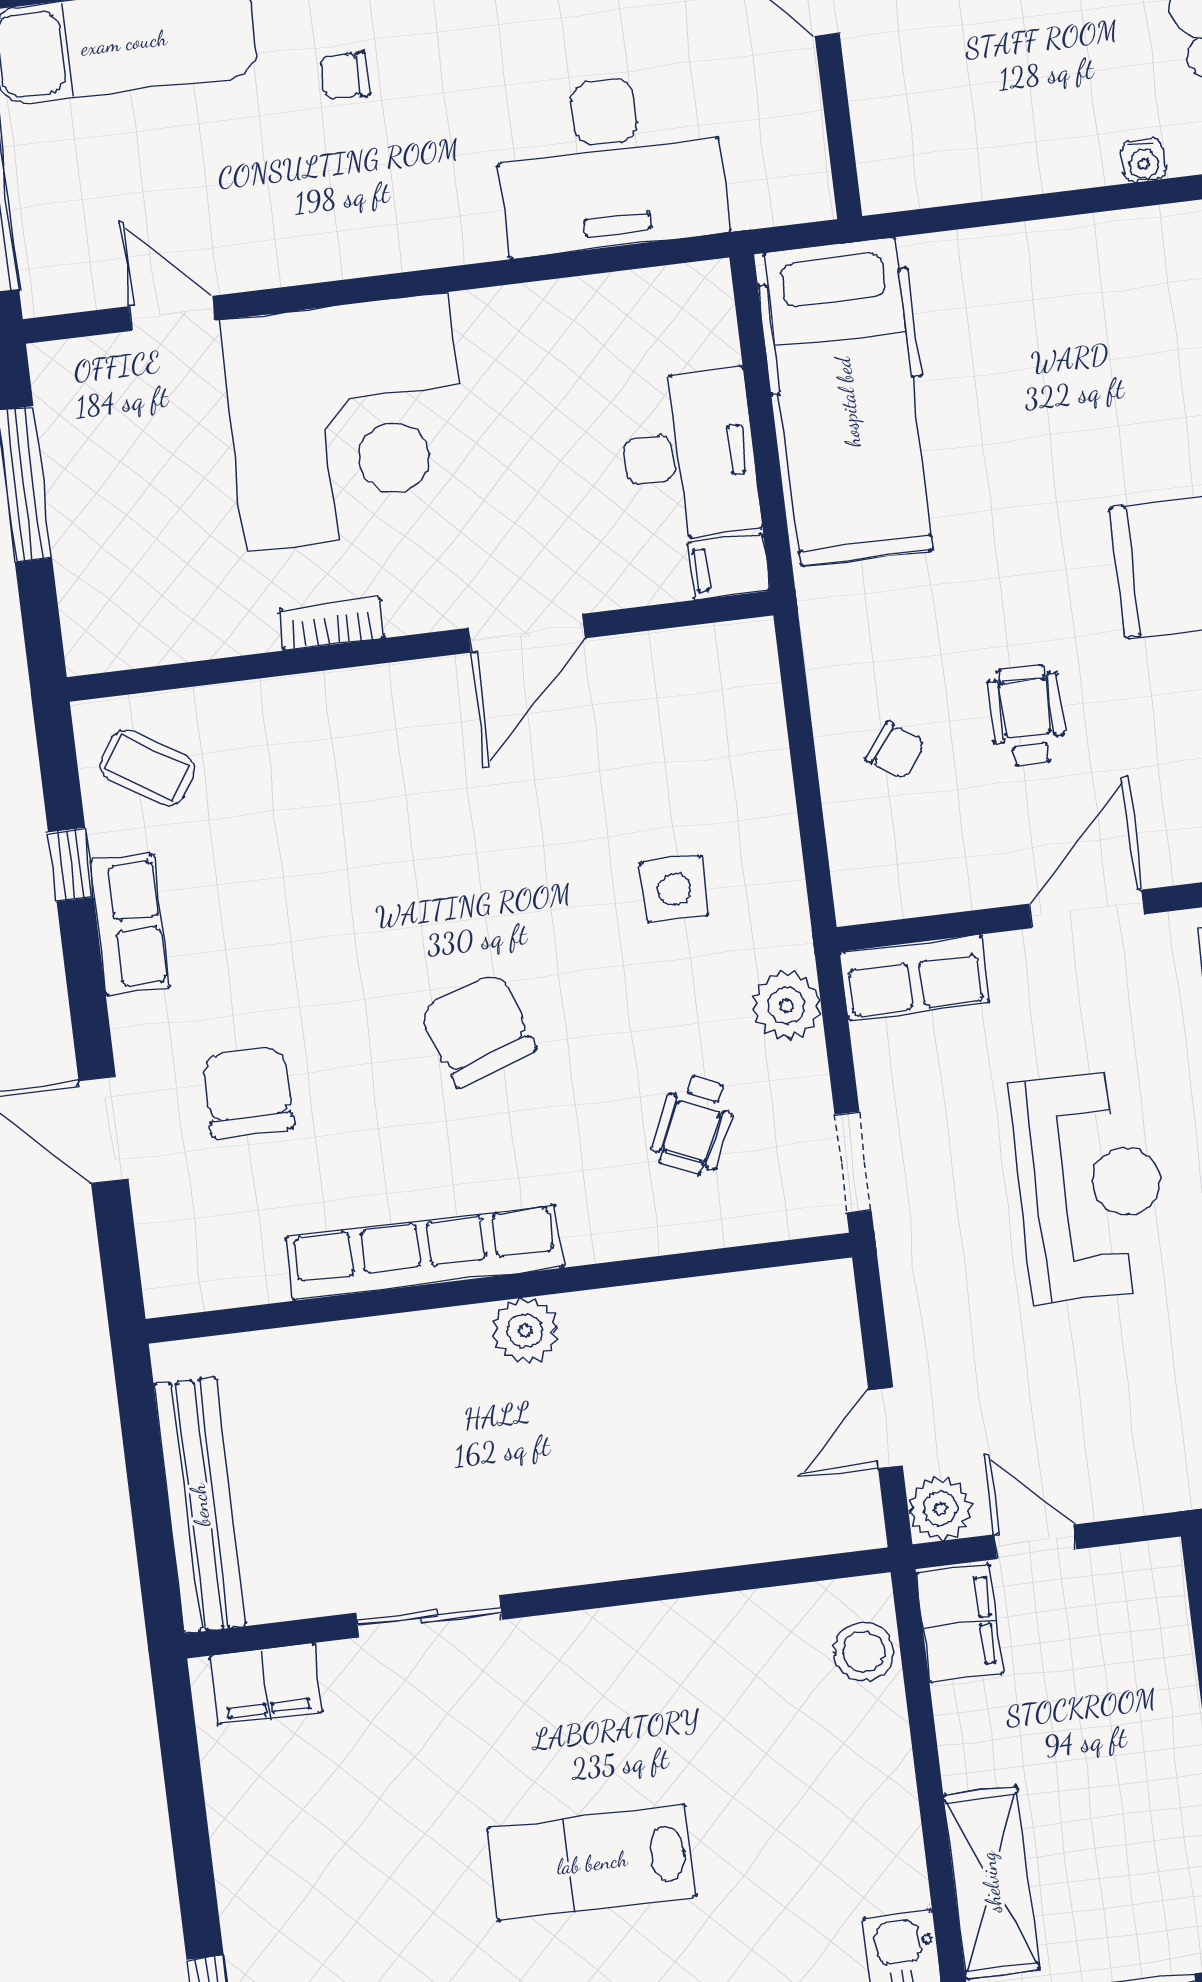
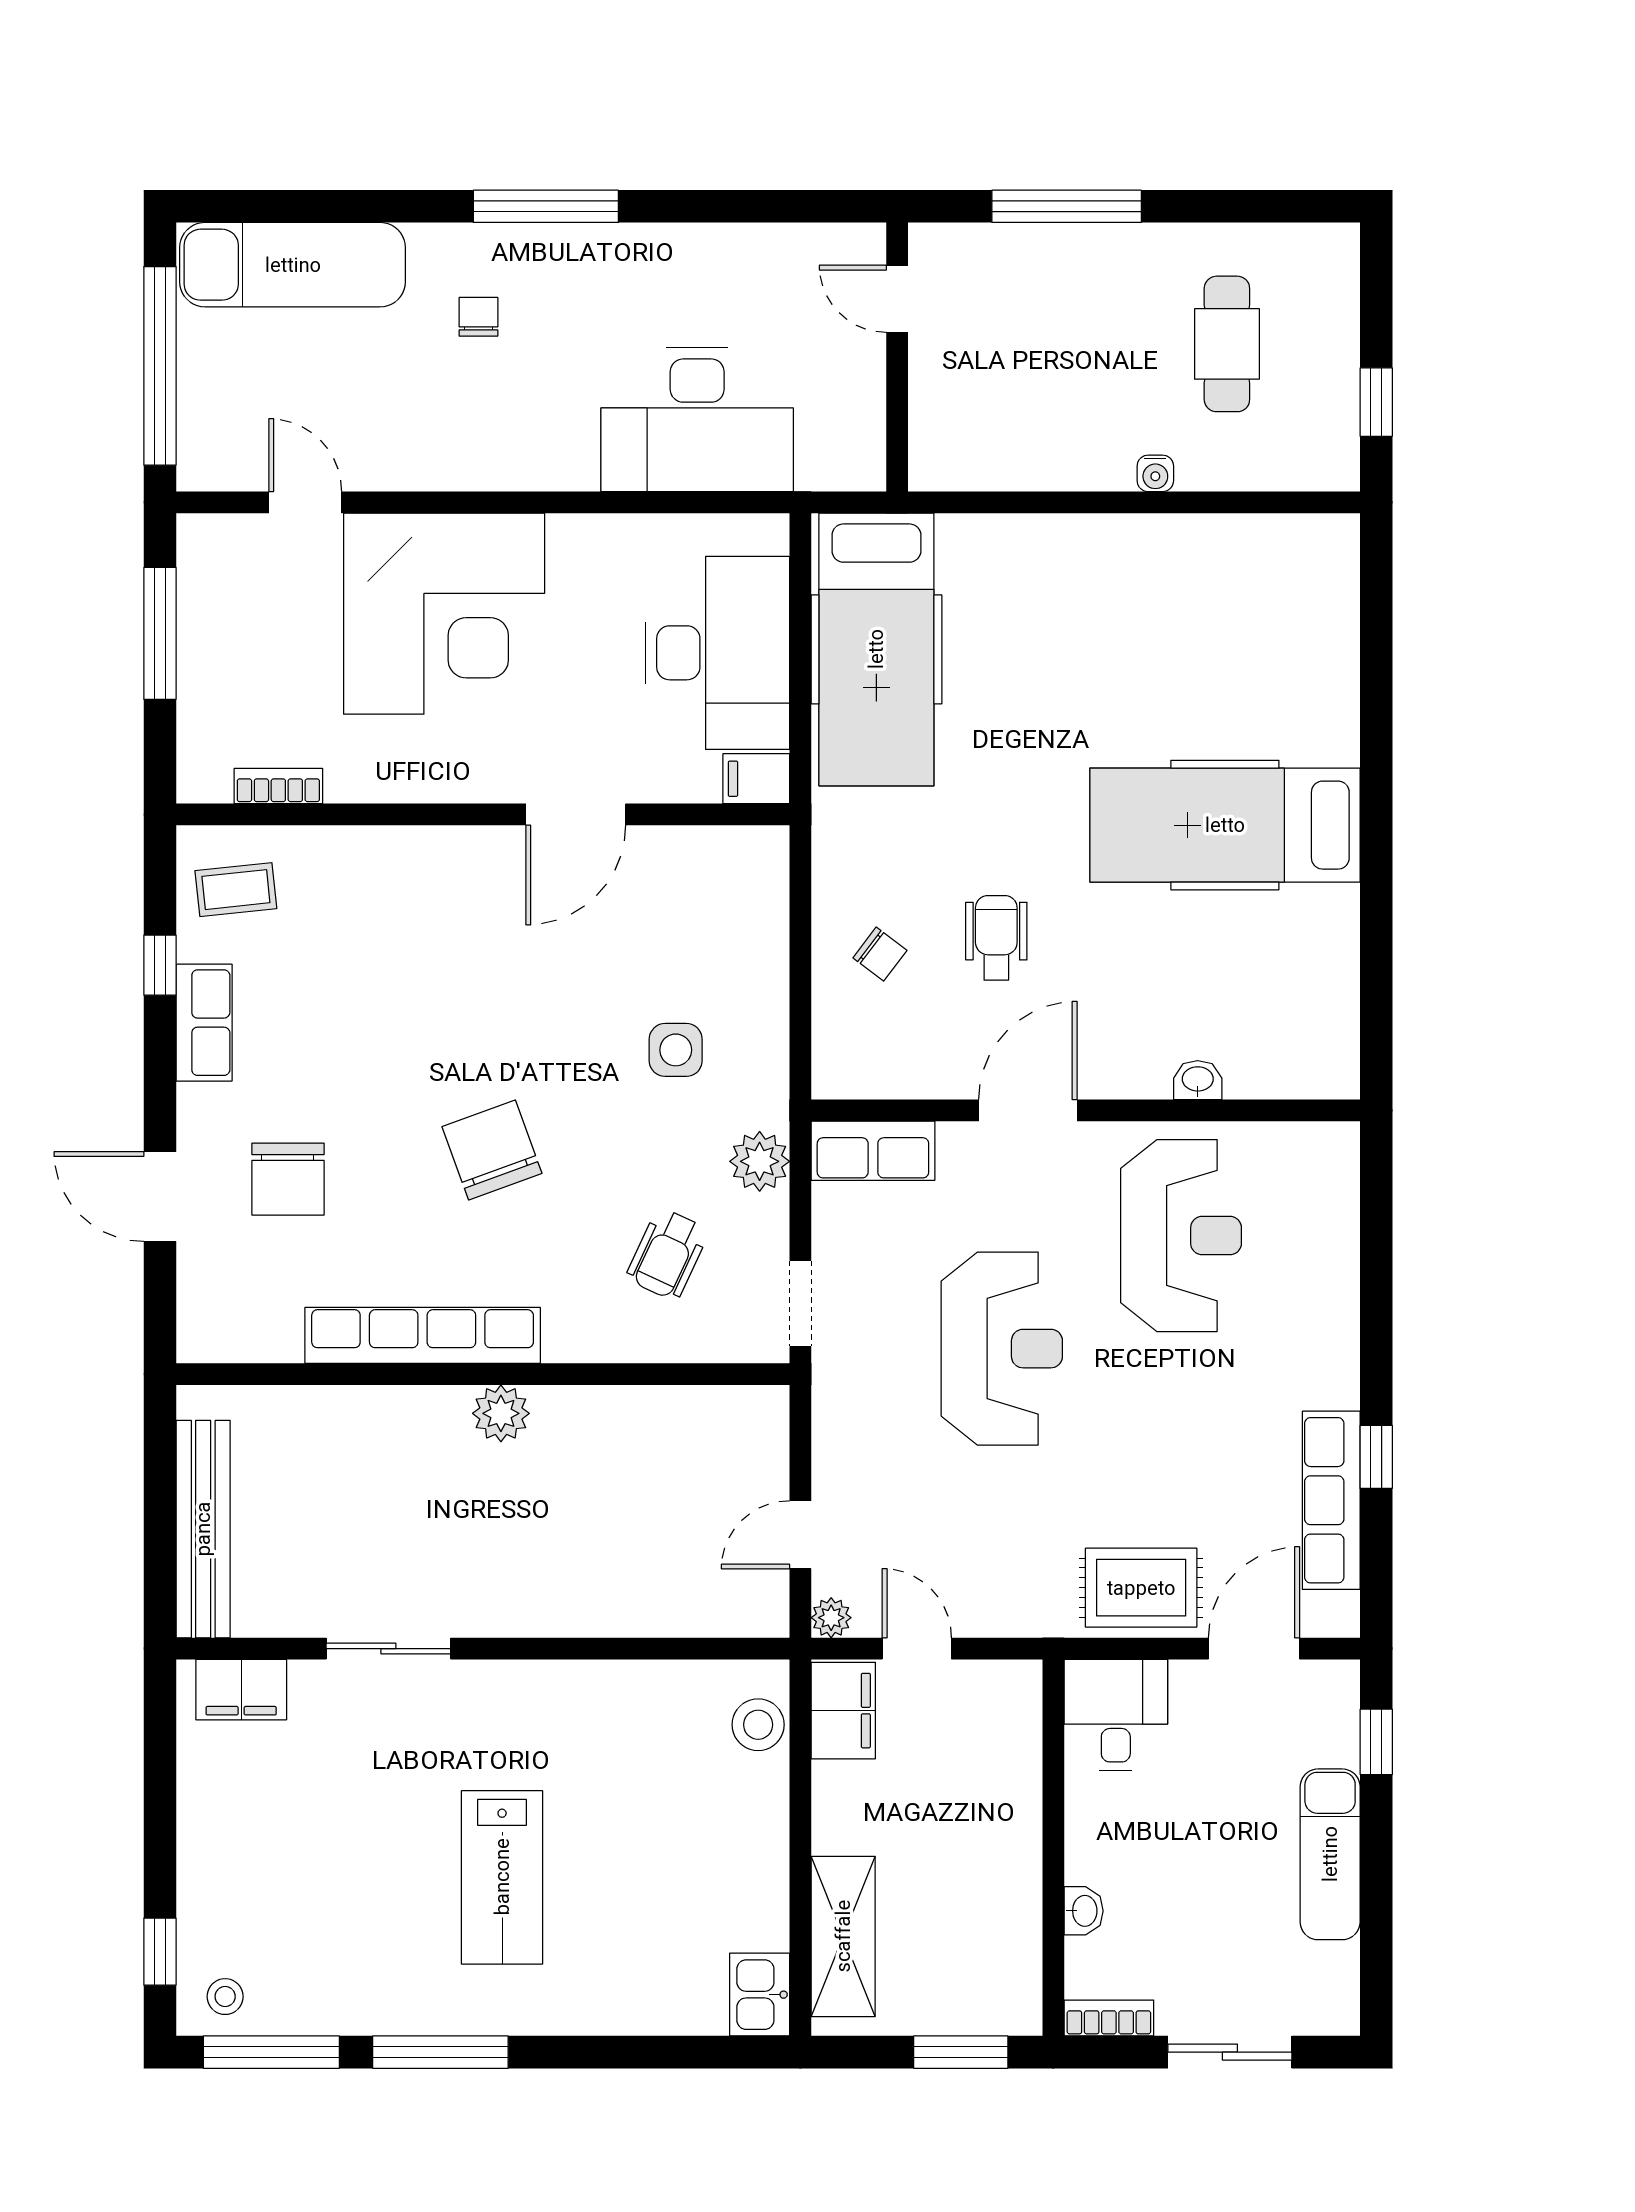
chair: (345, 76) -> (478, 317), turned 90
desk: (689, 455) -> (717, 653), width x1.36, depth x1.30
bookcase: (332, 624) -> (278, 786), moved
coffee table: (147, 767) -> (236, 890), turned -38
chair: (248, 1092) -> (288, 1179), turned 180
plant: (940, 1509) -> (831, 1618), width x0.73, depth x0.73
lab bench: (592, 1863) -> (502, 1877), turned -90

